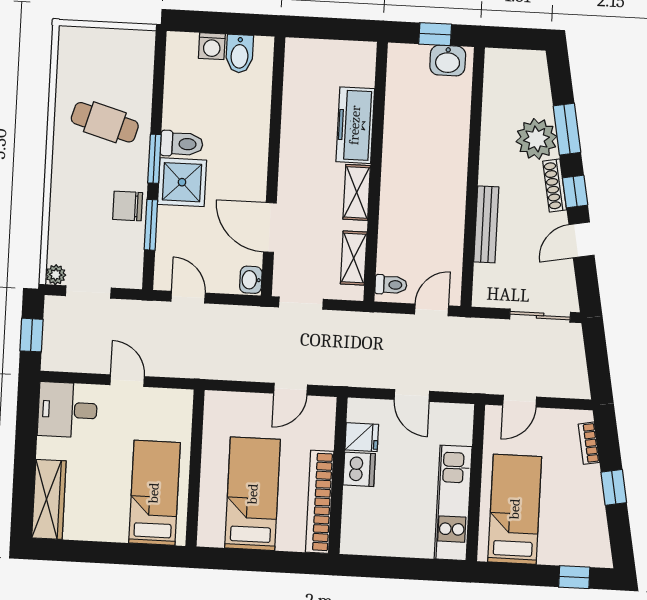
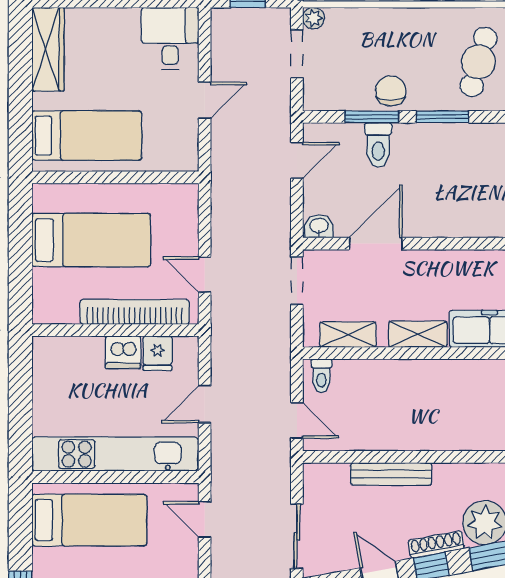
toilet: (182, 144) -> (378, 145), moved
shower: (182, 182) -> (419, 147), removed
wardrobe: (49, 499) -> (48, 49), moved, turned -90
bookcase: (320, 502) -> (135, 312), moved
kitchen unit: (453, 503) -> (115, 454), width x1.36

